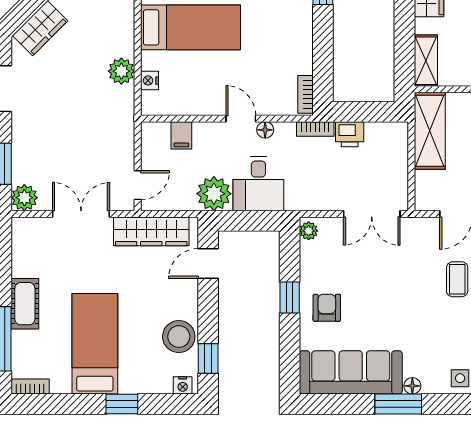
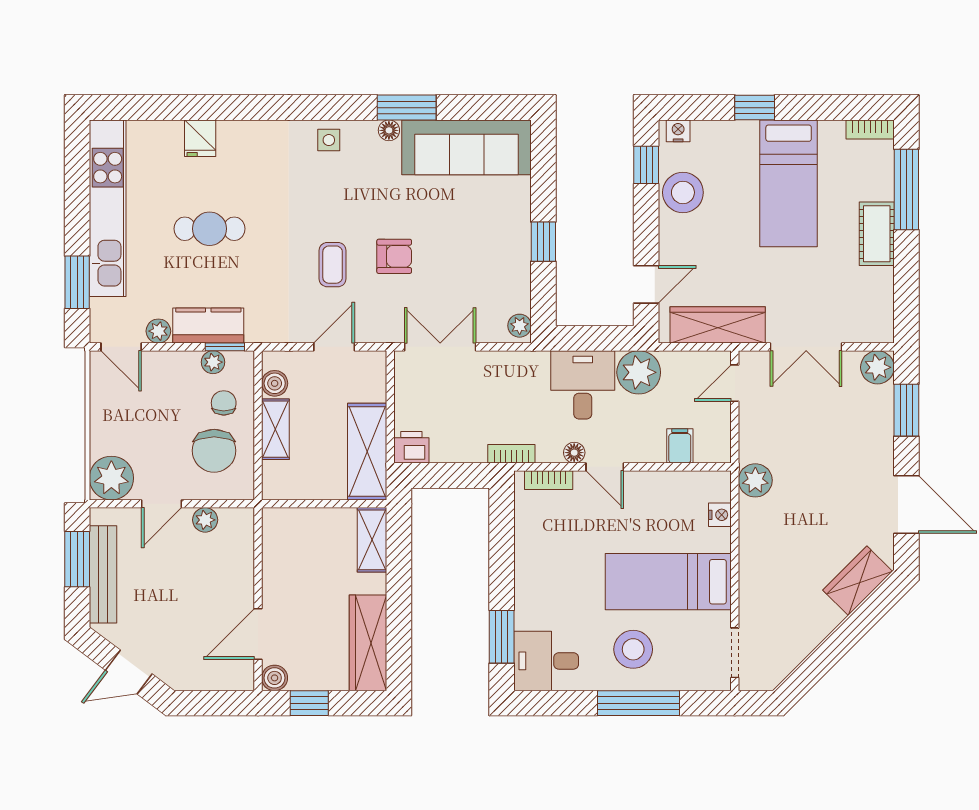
plant: (121, 71) -> (755, 480), moved
bookcase: (305, 94) -> (549, 480), moved, turned 90
printer: (350, 134) -> (411, 447), moved
armchair: (327, 308) -> (394, 256), moved, turned -90

